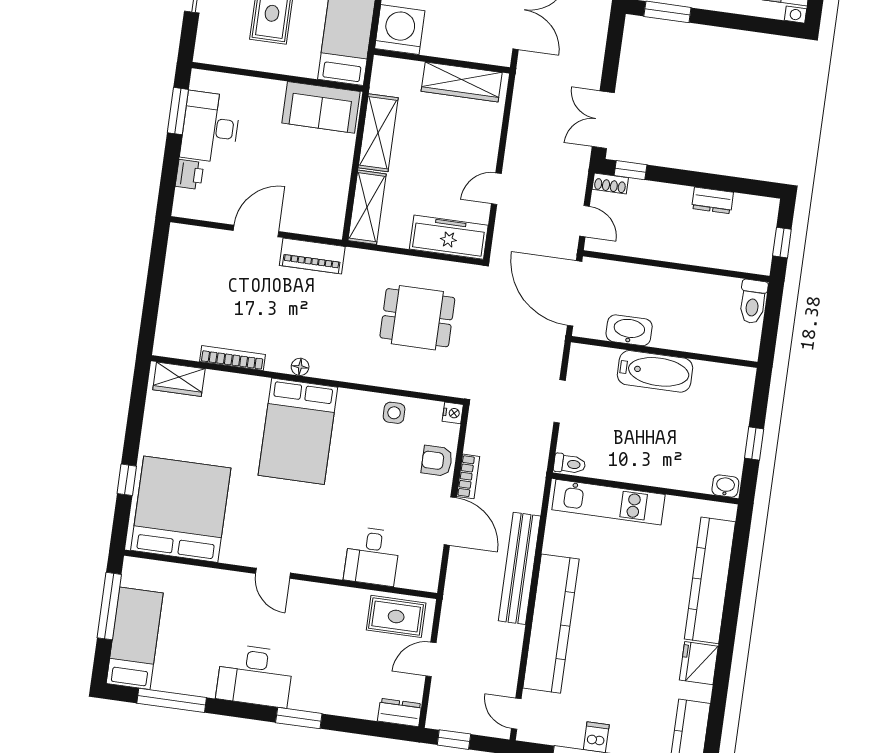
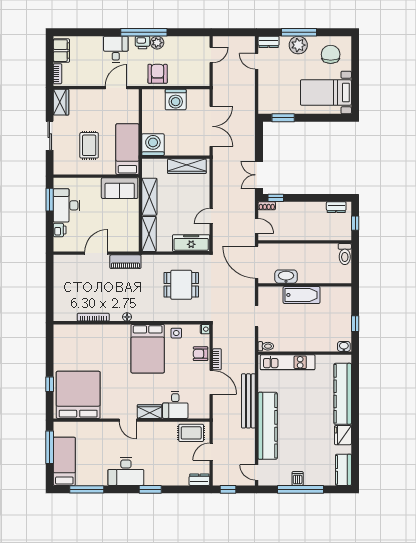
dresser: (713, 200) -> (336, 207), moved
wardrobe: (179, 379) -> (150, 412), moved, turned 180
bed: (298, 431) -> (148, 349), moved

